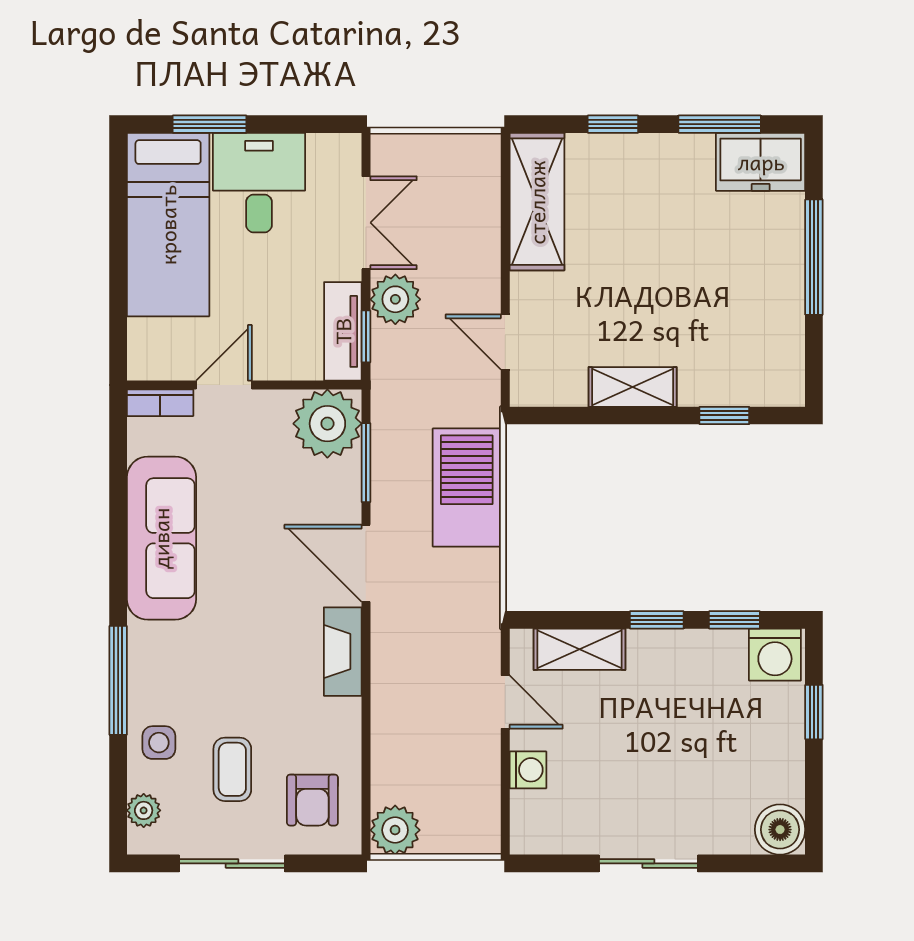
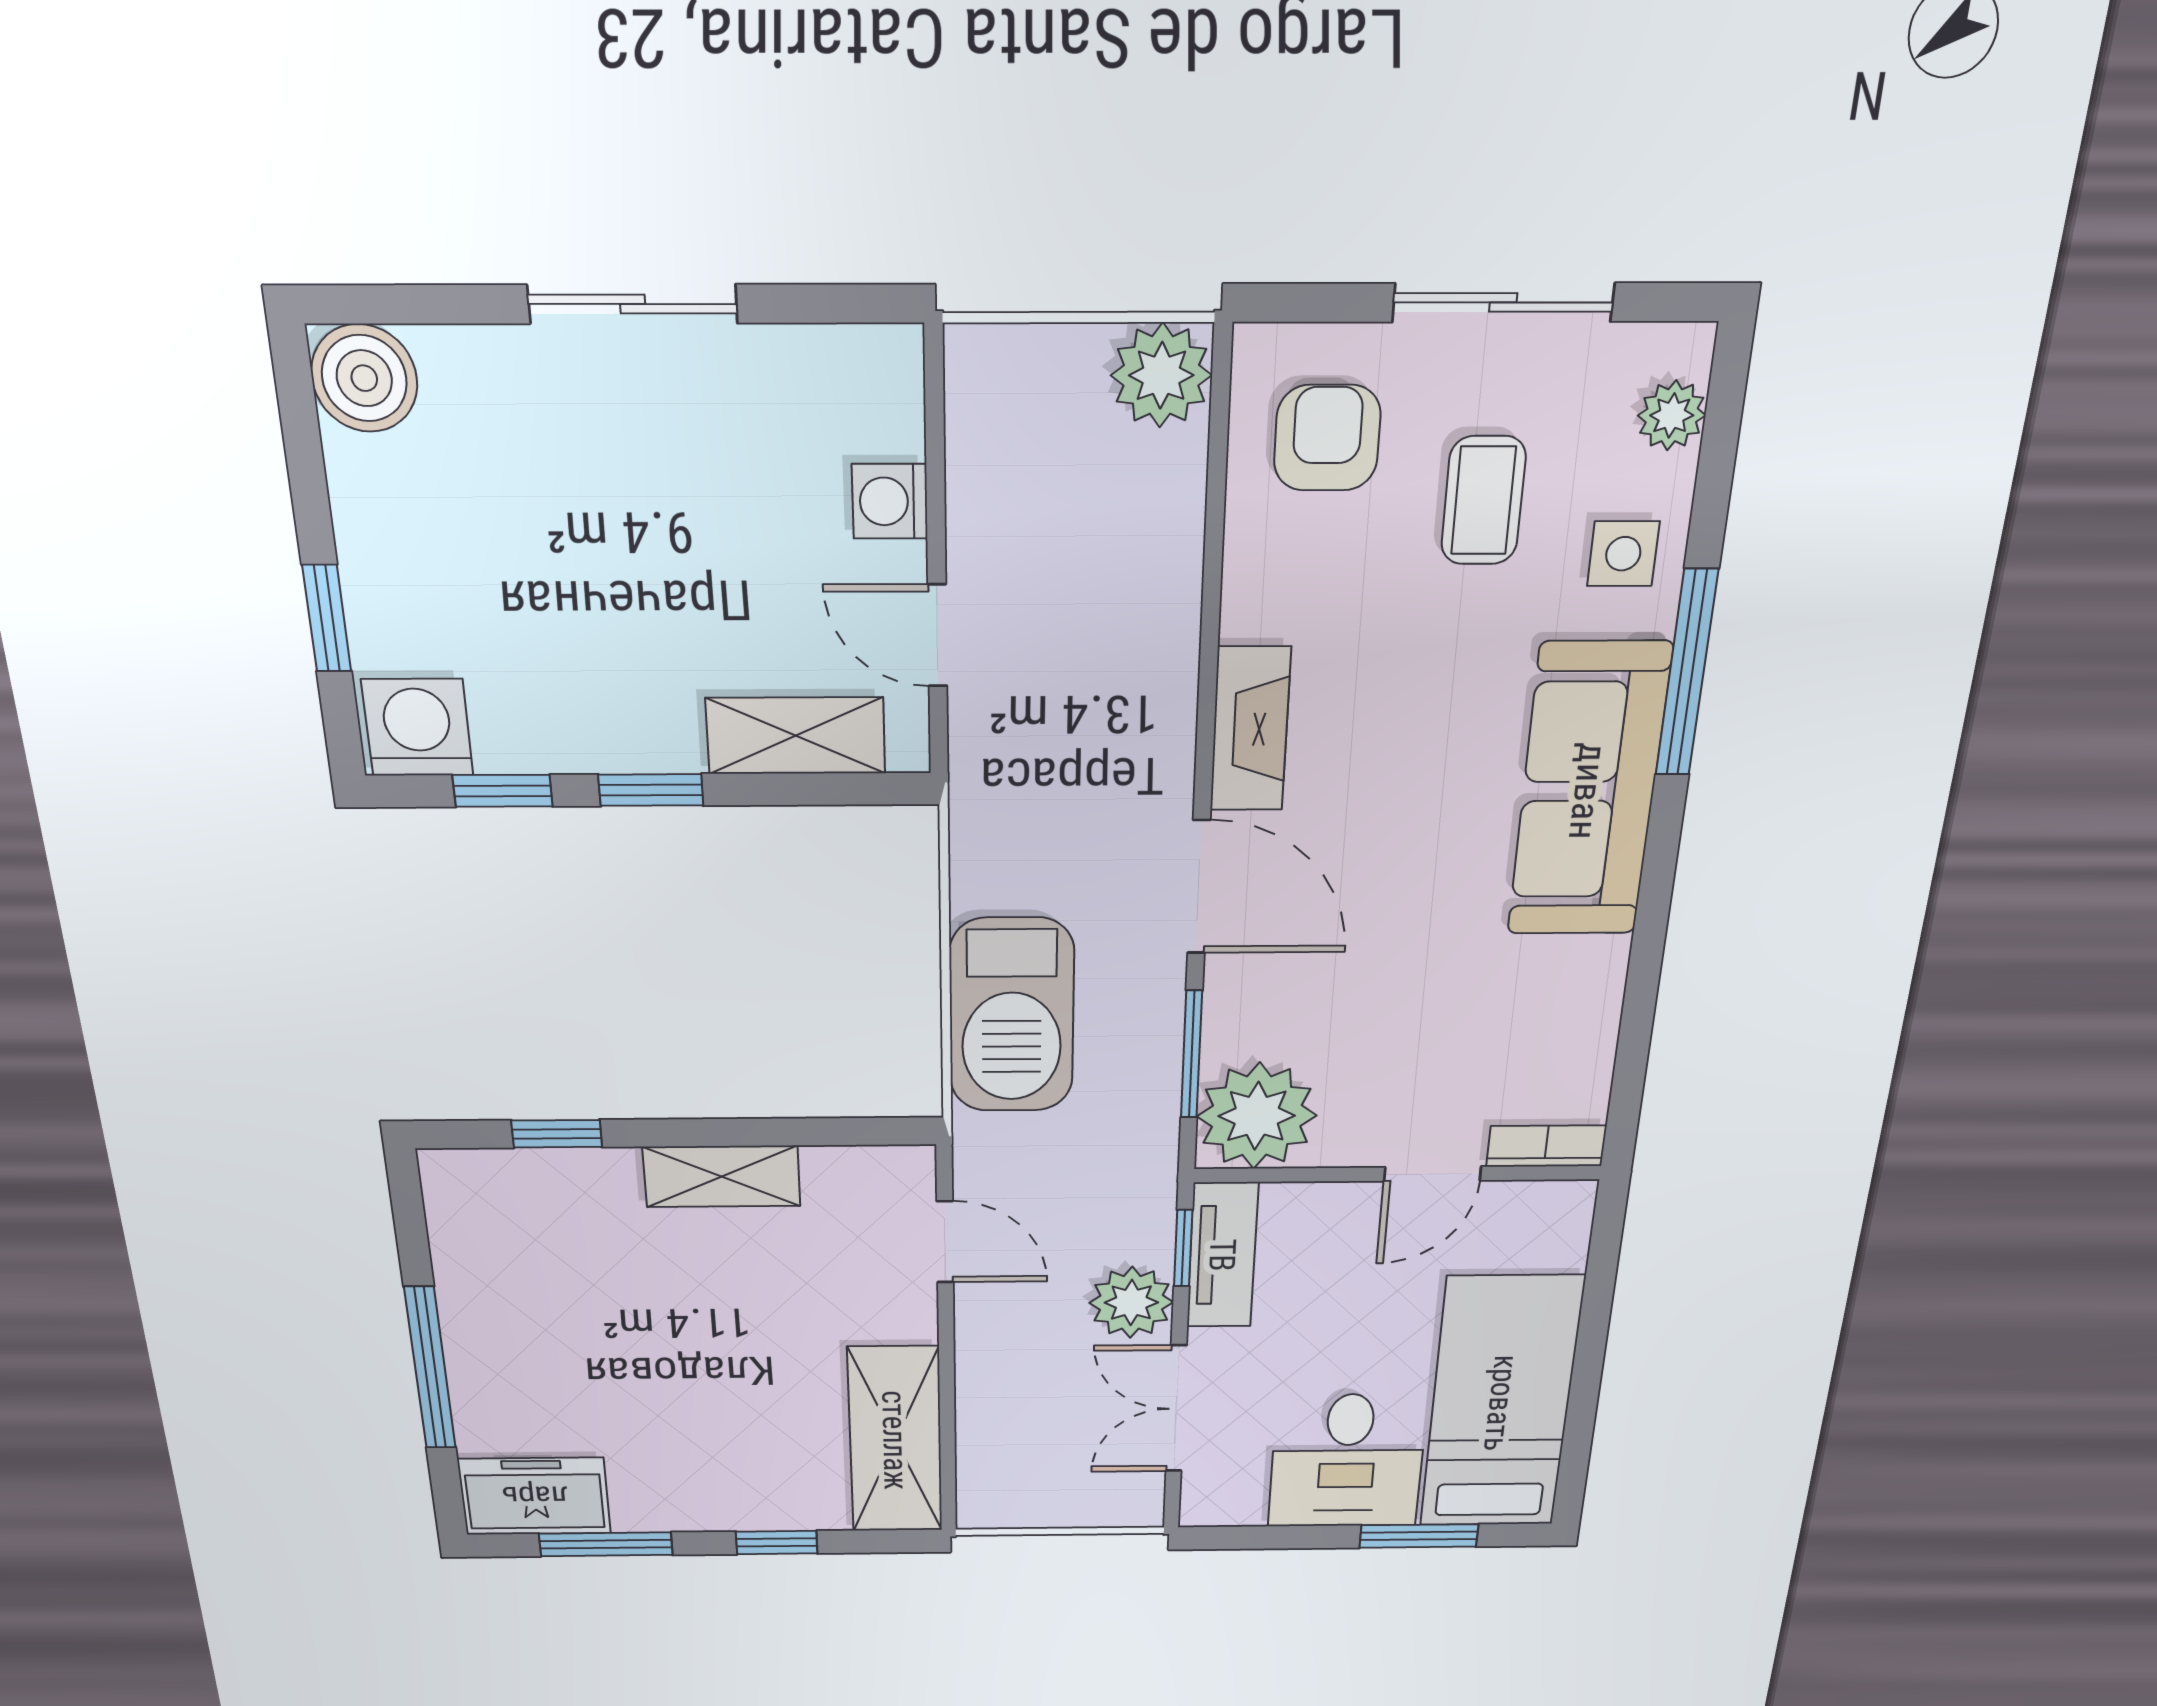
sofa: (161, 538) -> (1588, 791), moved

